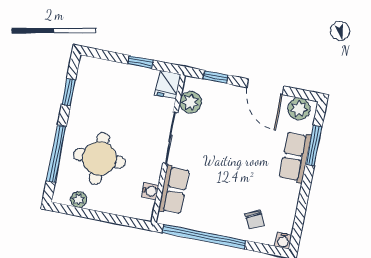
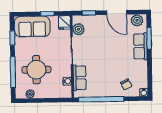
sofa: (109, 79) -> (32, 27), added

